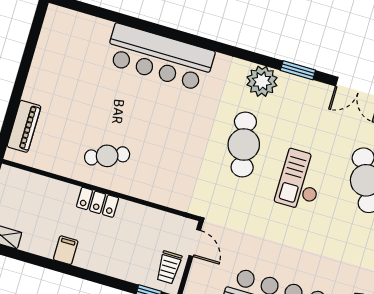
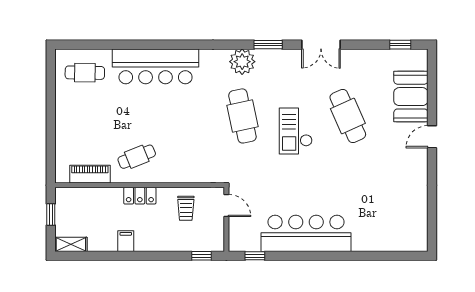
cafe table: (75, 41) -> (85, 73), added
piano: (24, 126) -> (90, 174), moved, turned -90
trolley: (169, 267) -> (186, 208), moved

